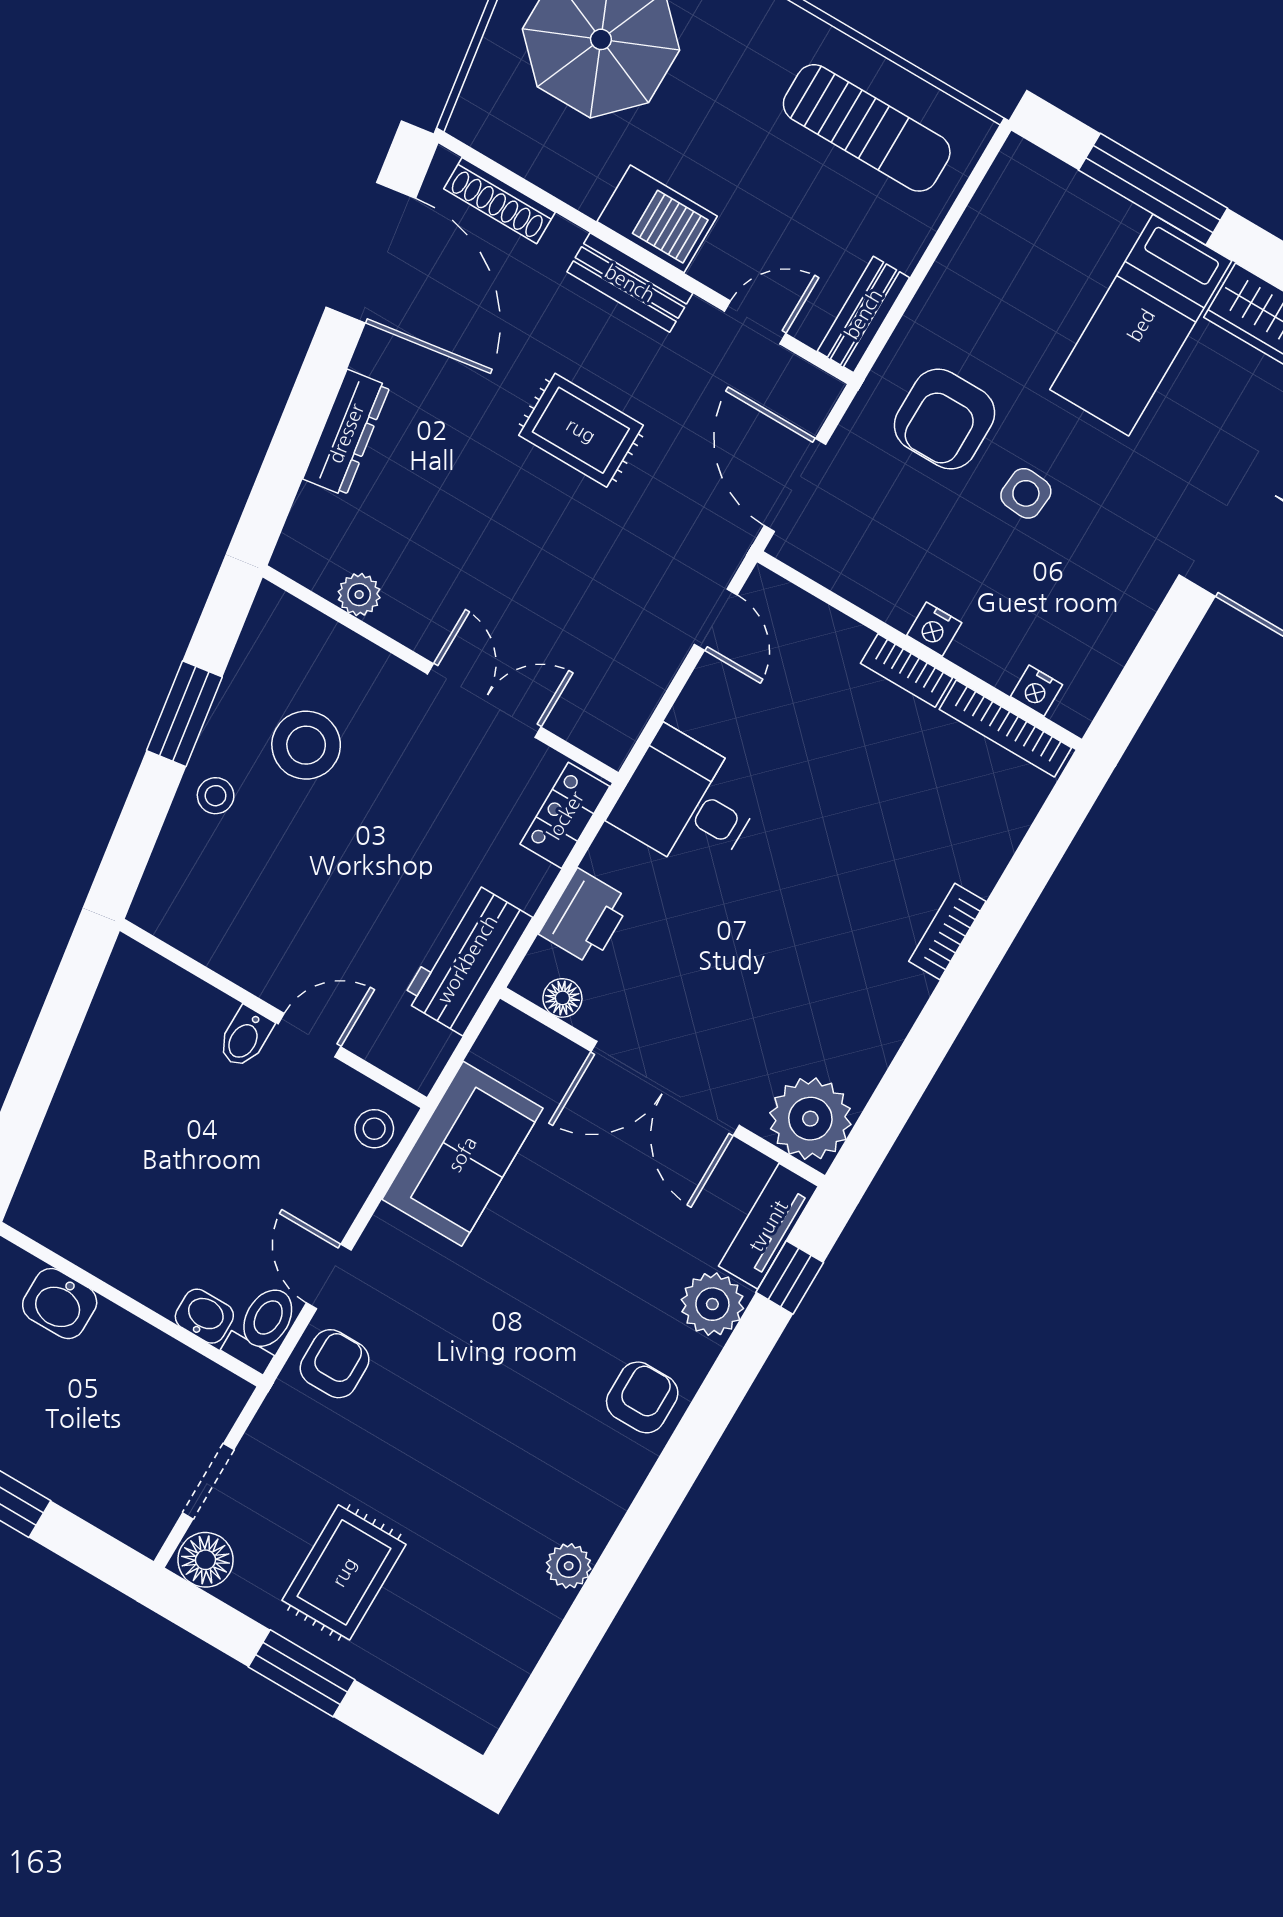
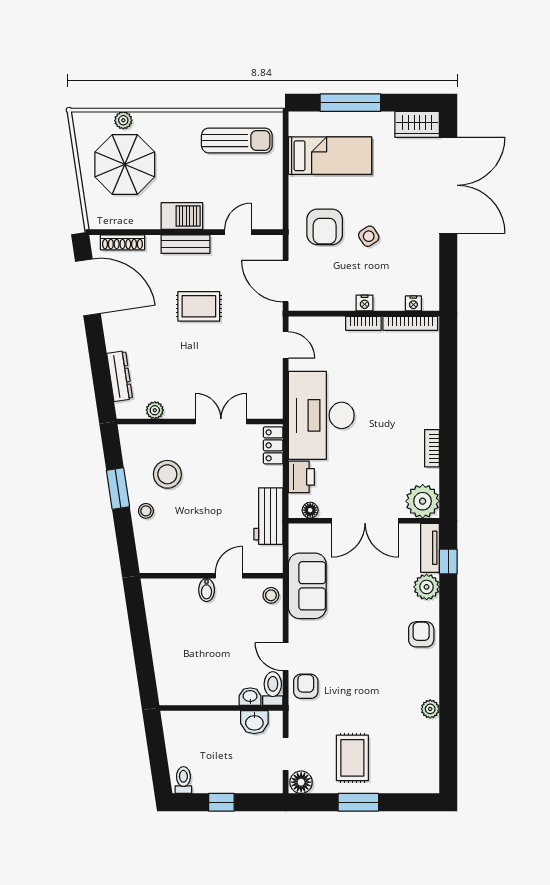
bench: (863, 314) -> (274, 207), removed
bed: (1141, 325) -> (330, 156), moved, turned -90
dresser: (346, 433) -> (120, 376), moved
side table: (1026, 493) -> (369, 236), turned -38
desk: (687, 802) -> (321, 415), width x1.87, depth x1.30
bookcase: (947, 931) -> (432, 448), moved
washbasin: (60, 1304) -> (254, 722), moved

